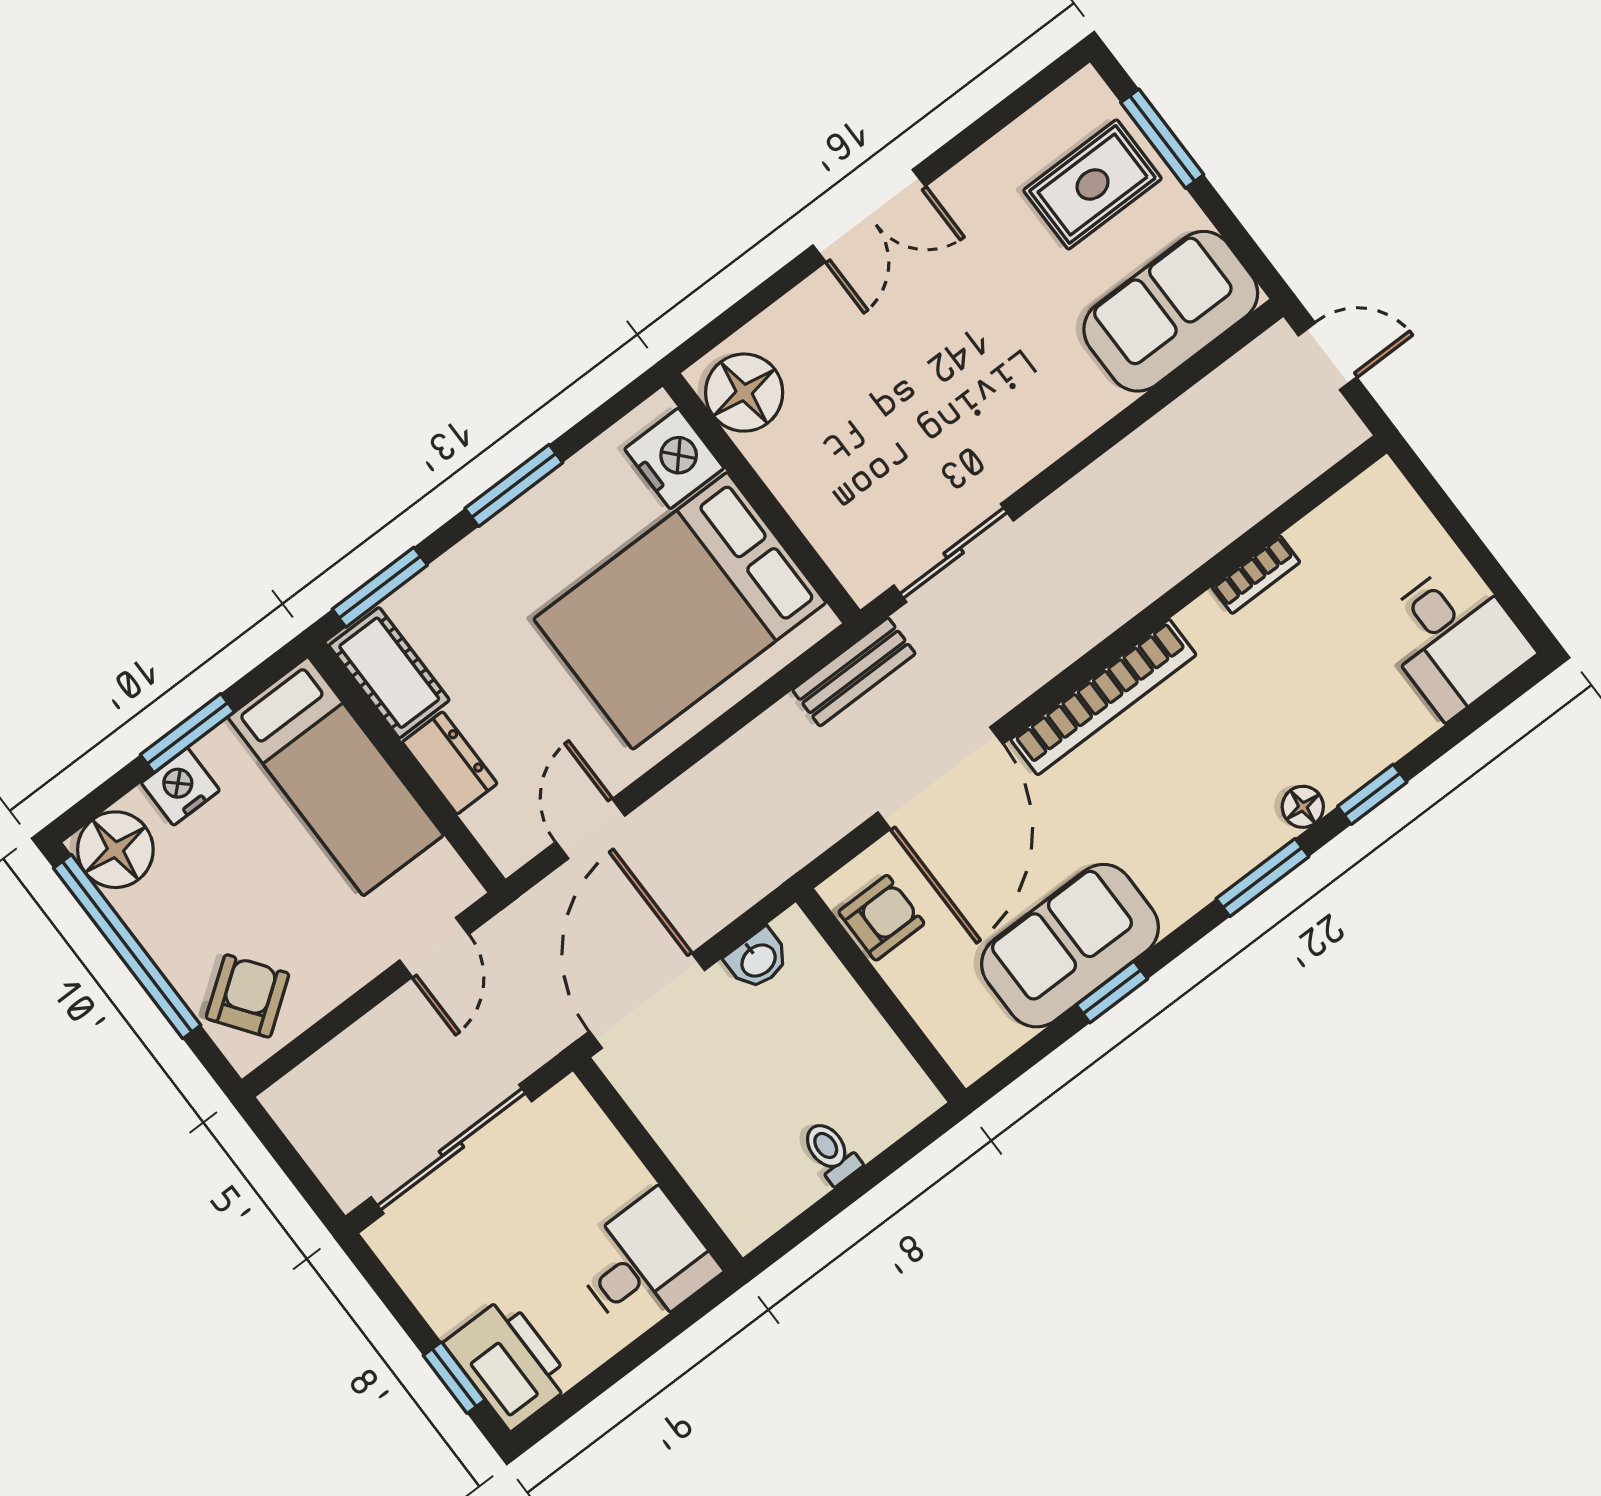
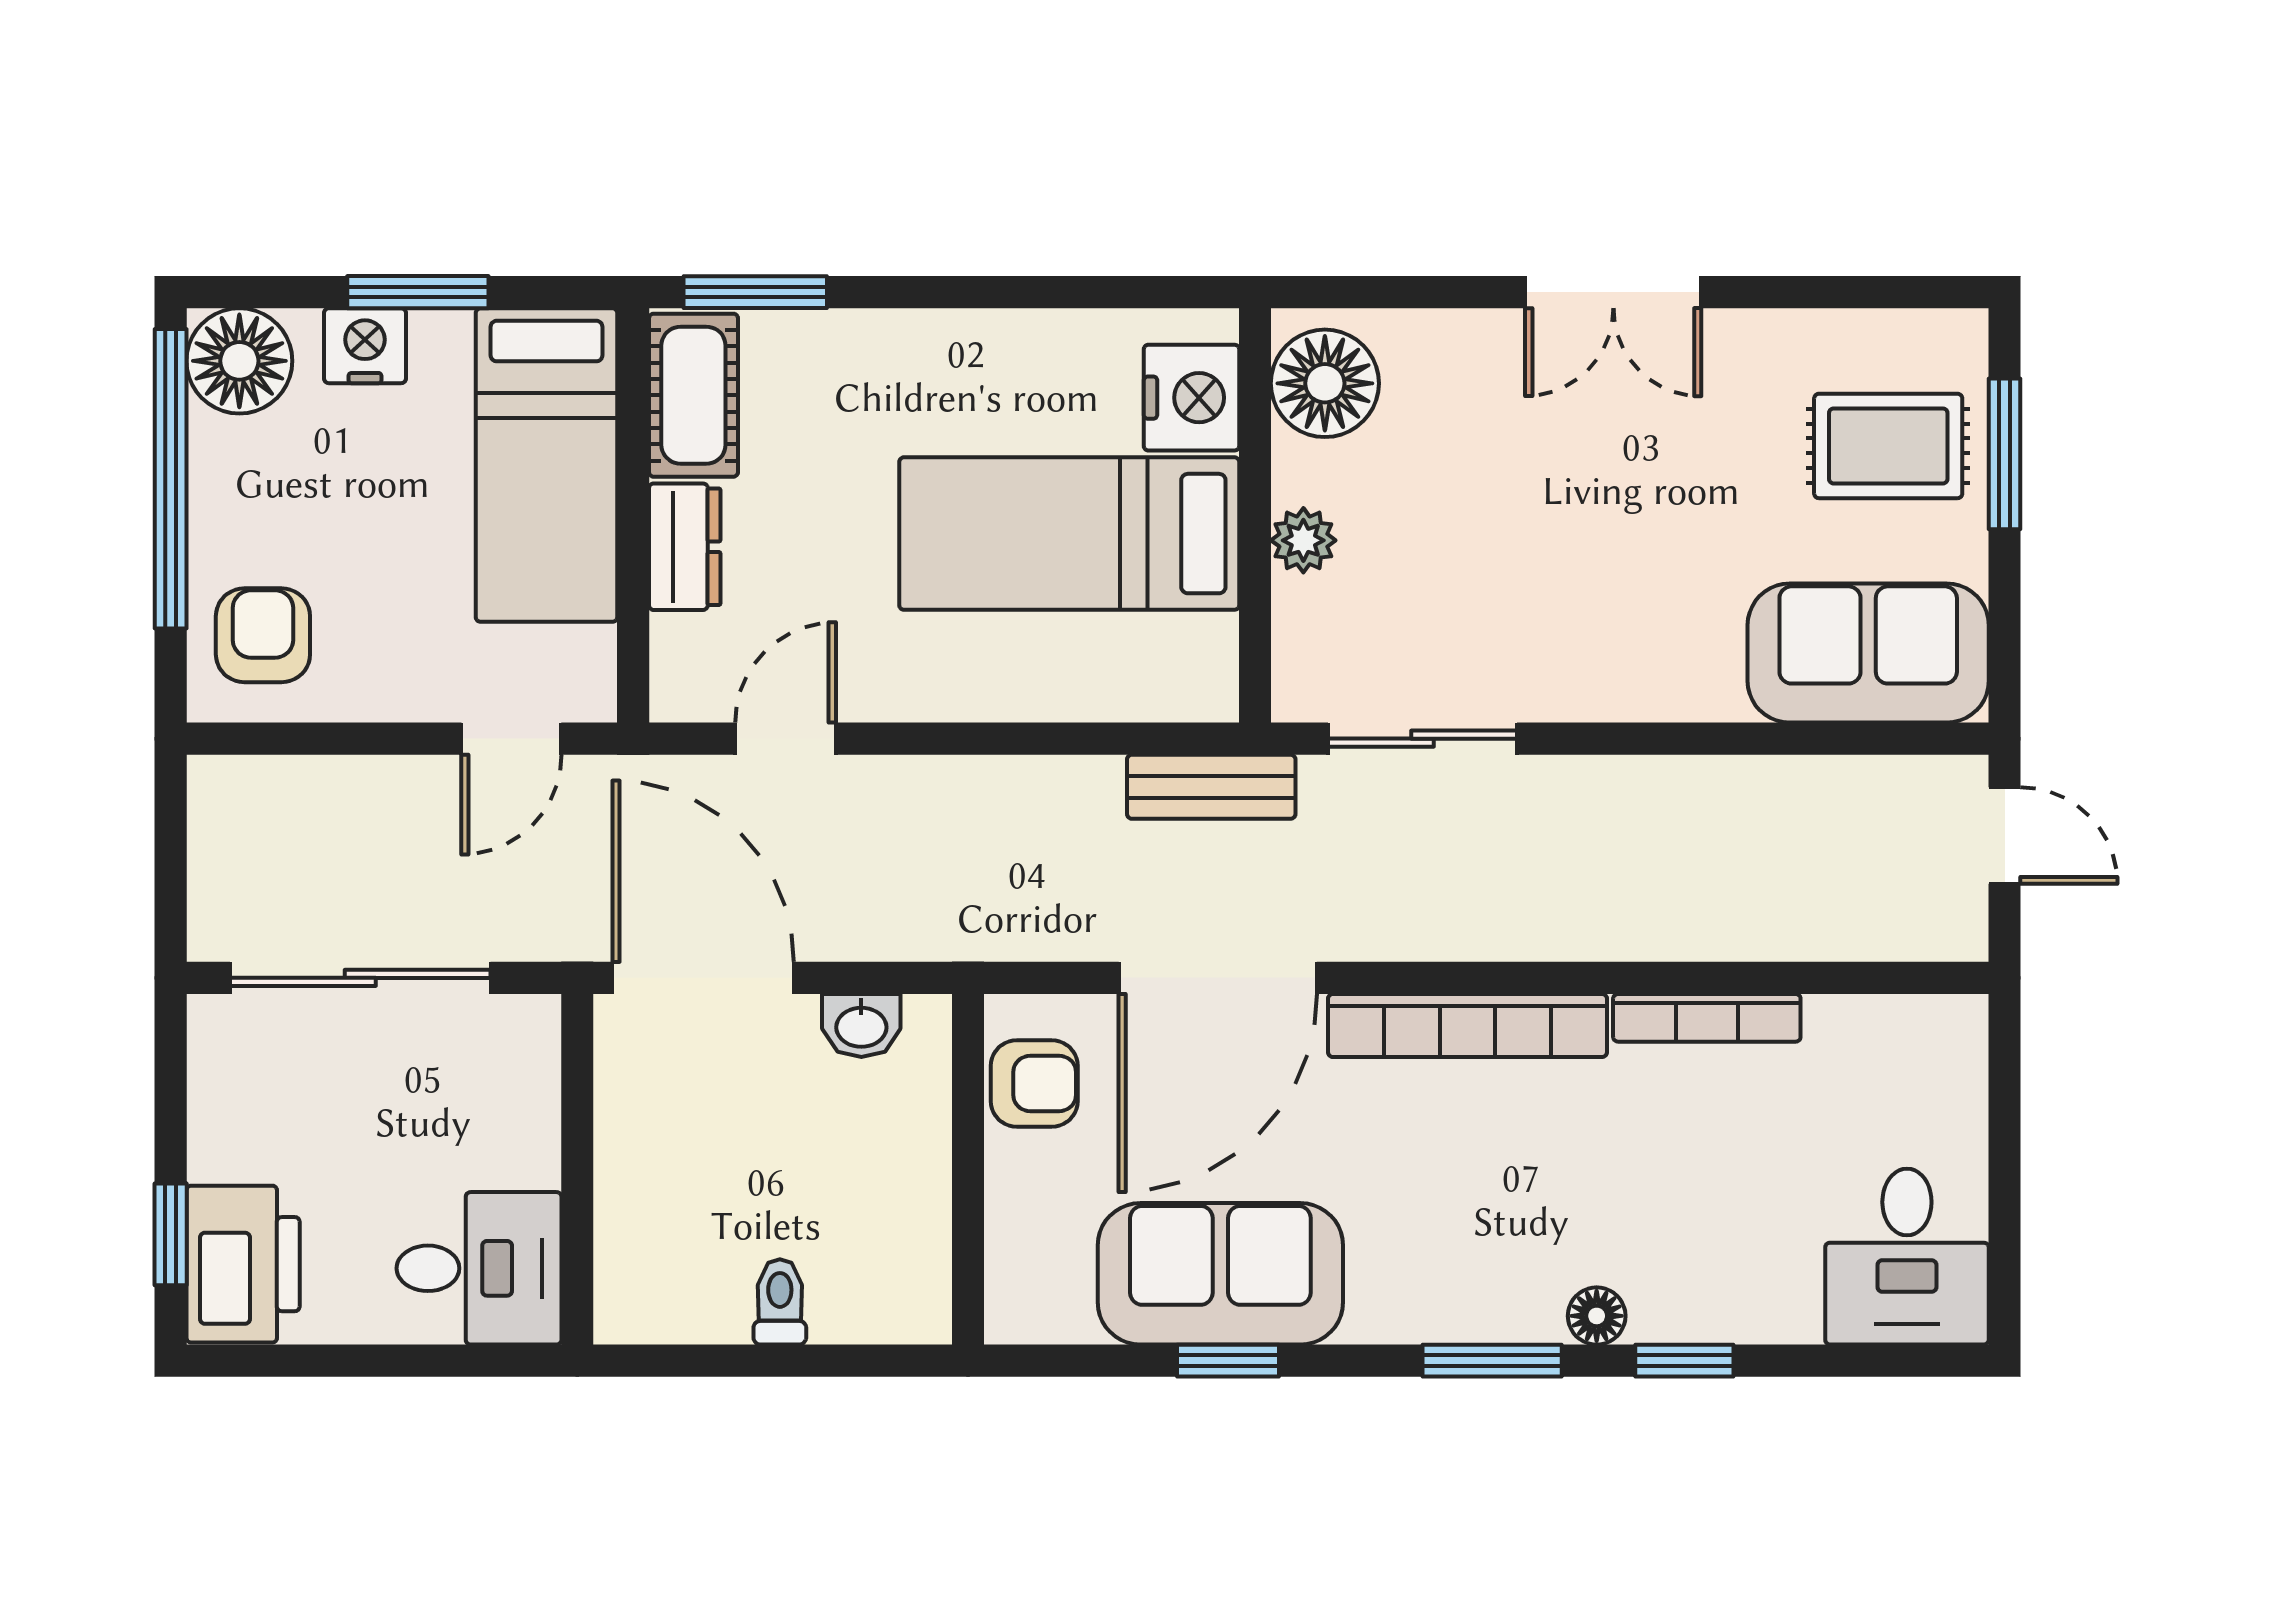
window: (514, 485) -> (990, 292), removed
plant: (800, 491) -> (1303, 540), added
bookcase: (1256, 574) -> (1707, 1018), width x1.56
bed: (680, 611) -> (1069, 534), width x0.67
armchair: (248, 996) -> (263, 635), turned -54
door: (647, 1001) -> (703, 978), hinge flipped

